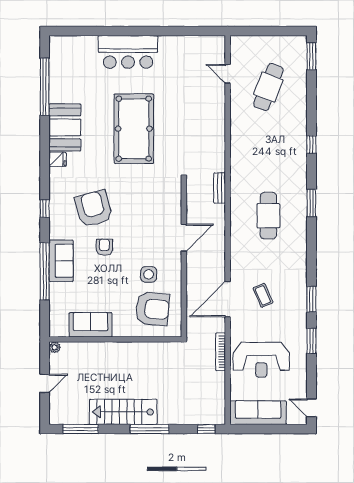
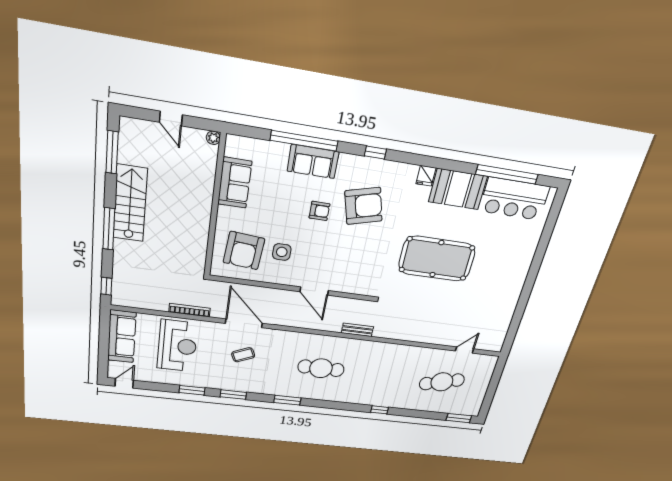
bar counter: (128, 52) -> (514, 199), moved, turned -90
cafe table: (268, 87) -> (442, 382), turned -36
window: (311, 203) -> (287, 400), moved
reception desk: (261, 360) -> (177, 346), turned 180

